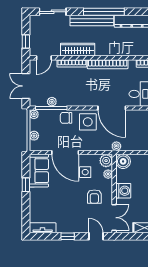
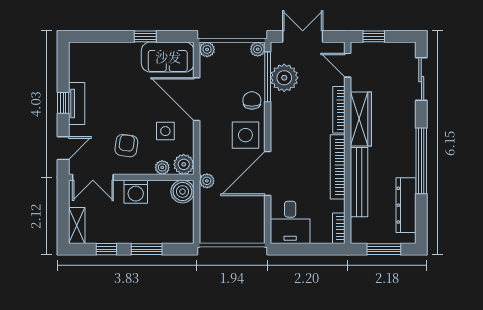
bench: (92, 21) -> (359, 182), moved
plant: (52, 102) -> (284, 78), width x1.88, depth x1.88
plant: (34, 136) -> (207, 49), moved
door: (65, 152) -> (197, 99), hinge flipped
armchair: (94, 197) -> (126, 146), turned 98
tv unit: (43, 228) -> (77, 104), moved

